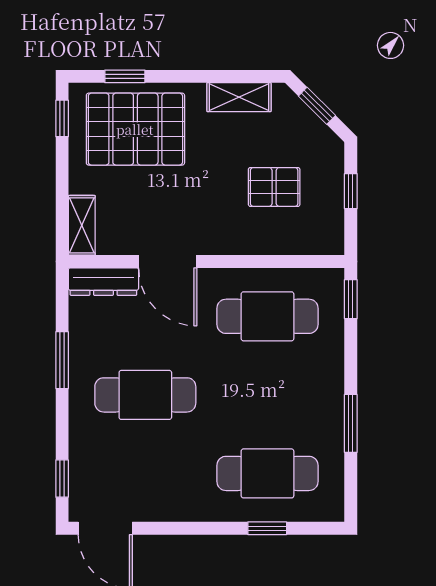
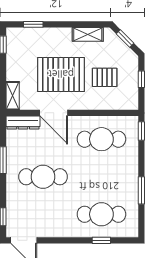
pallet: (135, 129) -> (61, 74), moved

